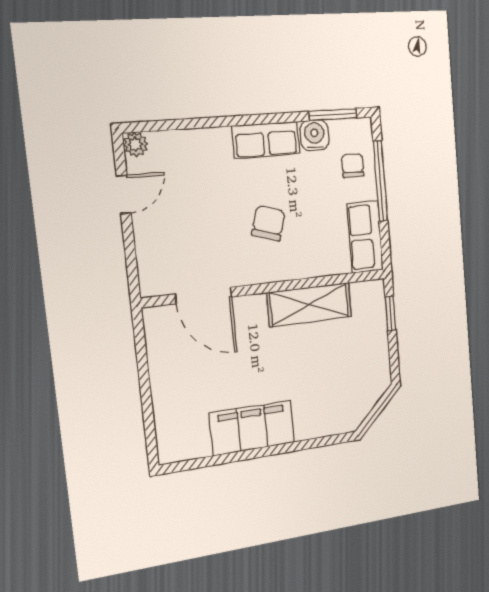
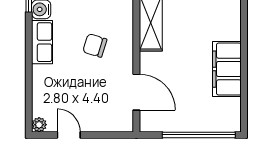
door: (204, 295) -> (136, 92), hinge flipped
window: (147, 402) -> (199, 135), added

